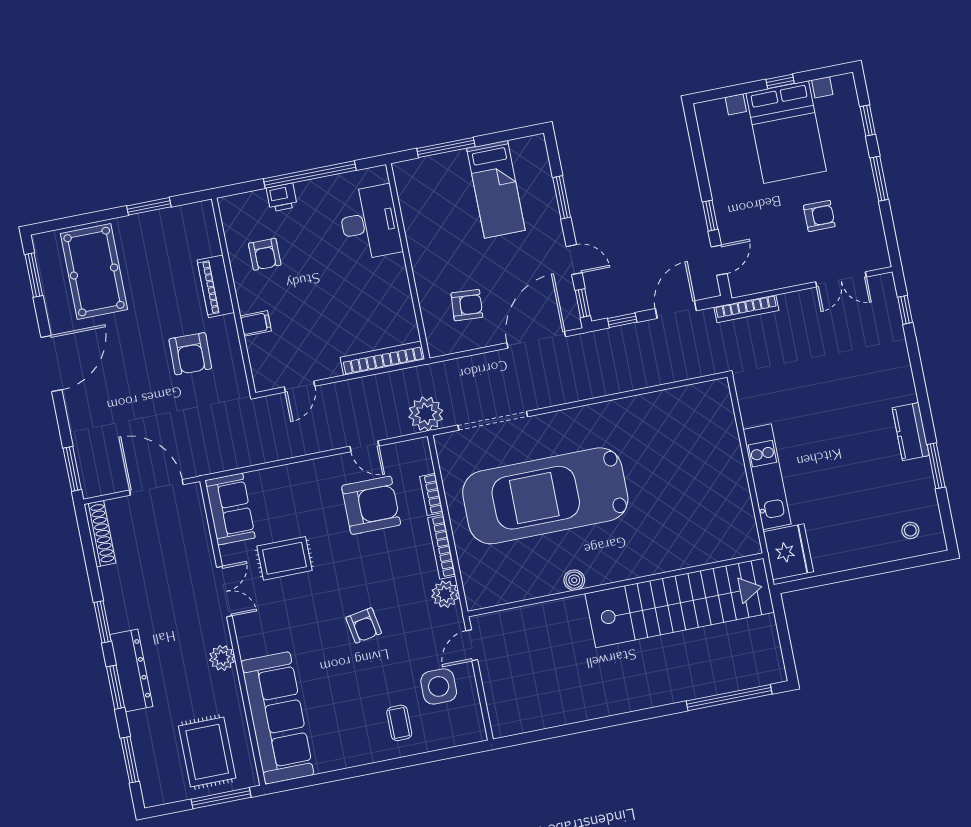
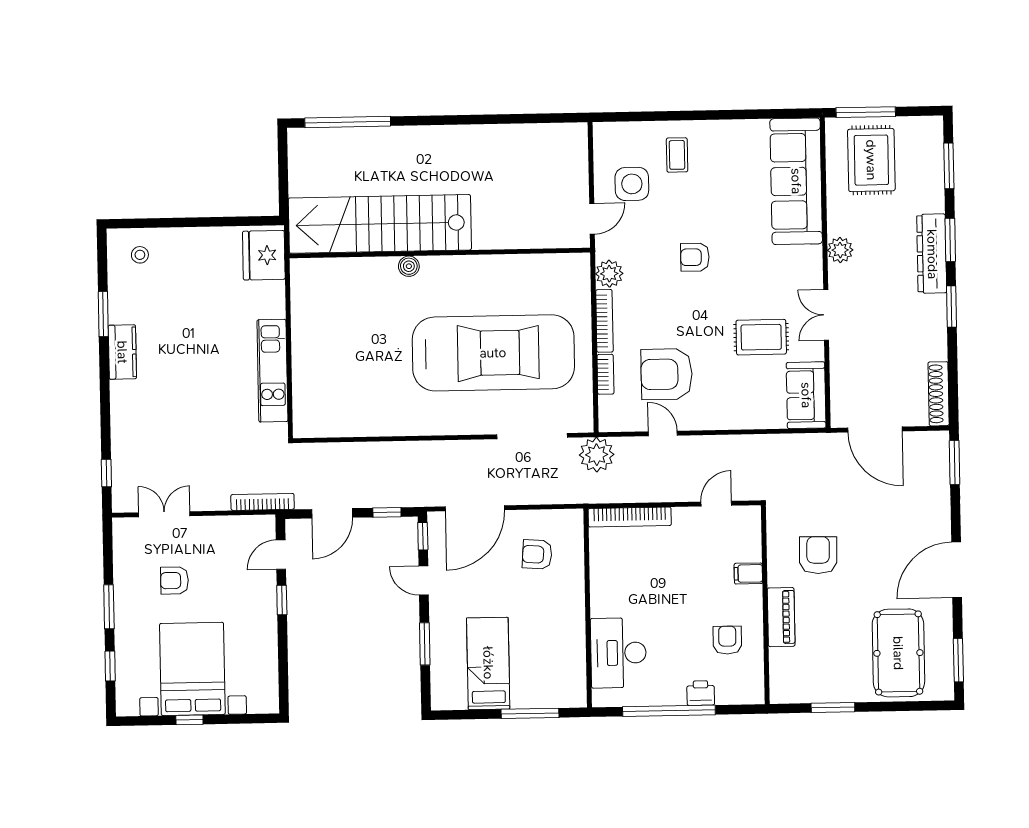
kitchen unit: (767, 477) -> (272, 371), moved
boiler: (574, 580) -> (409, 266), moved
armchair: (364, 625) -> (695, 257), turned -80

